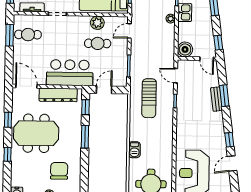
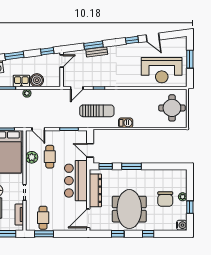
boiler: (185, 49) -> (37, 80), moved
barbecue: (134, 150) -> (126, 123), moved
chair: (59, 171) -> (165, 199), moved, turned -90

